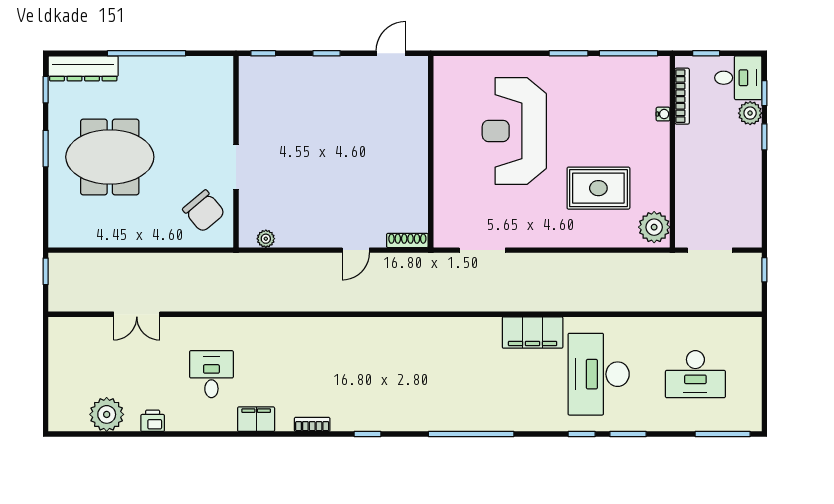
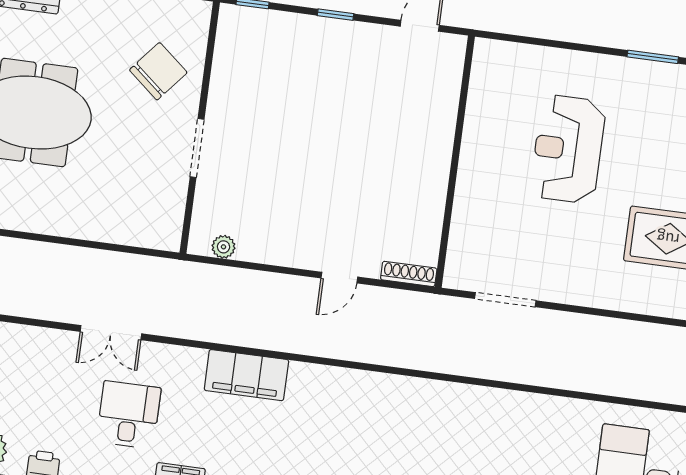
reception desk: (514, 131) -> (568, 149), width x0.74, depth x0.77
chair: (204, 211) -> (158, 71), moved, turned -100
double door: (137, 314) -> (111, 333), moved
filing cabinet: (533, 333) -> (246, 375), moved

